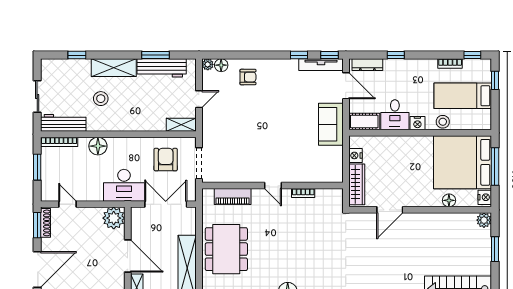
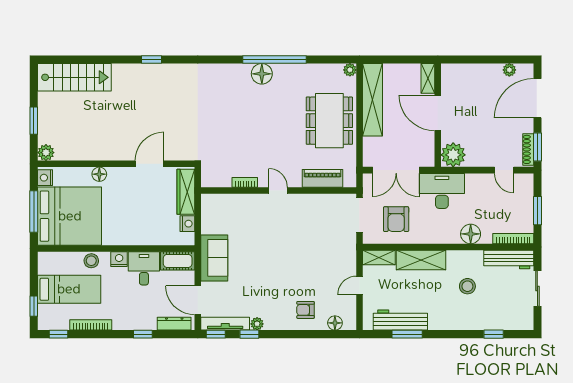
bookcase: (450, 63) -> (91, 325), width x1.56
plant: (208, 64) -> (257, 324), moved
shelving: (114, 68) -> (421, 260), moved
floor lamp: (449, 200) -> (99, 174), moved

